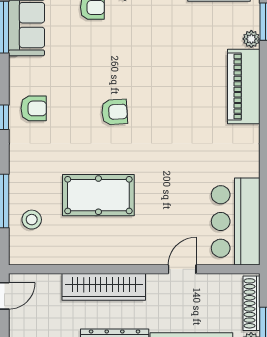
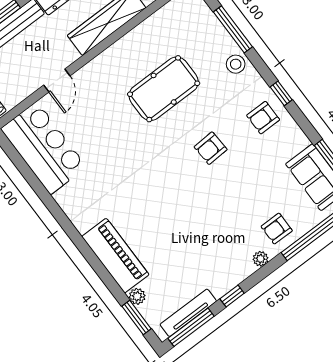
armchair: (114, 112) -> (211, 148), moved
stool: (32, 220) -> (236, 64), moved

